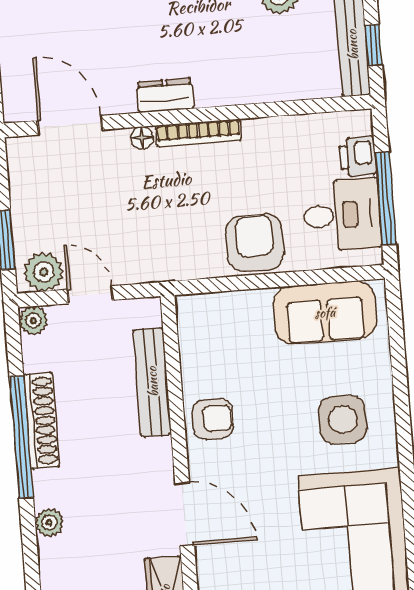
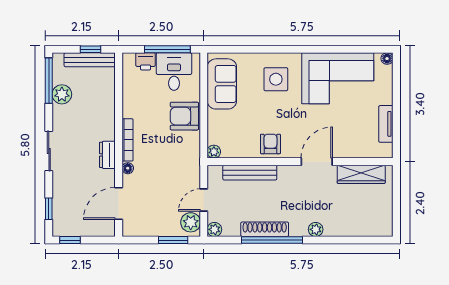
plant: (188, 307) -> (214, 152), added

